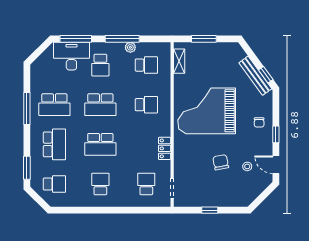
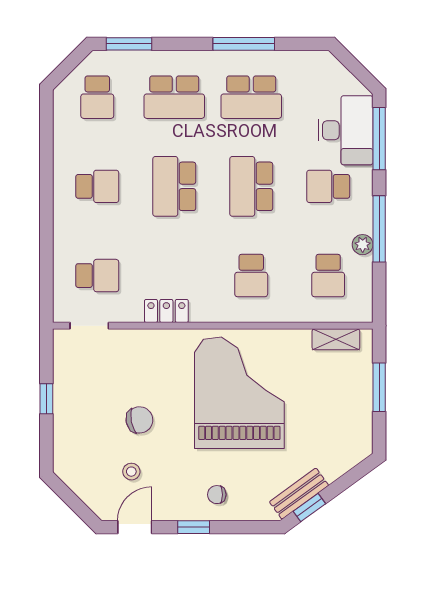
bench: (255, 76) -> (299, 494), width x0.73
school desk: (54, 105) -> (251, 97), turned -90

